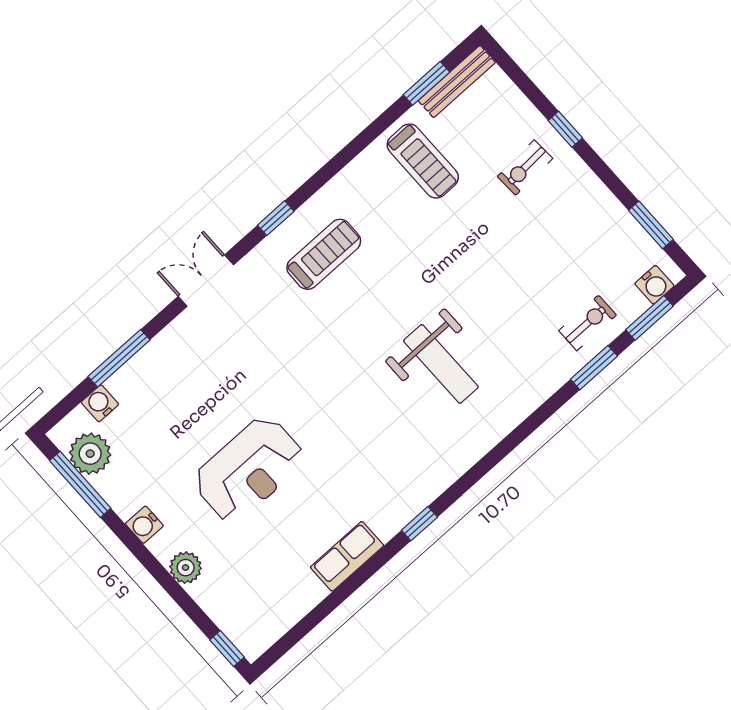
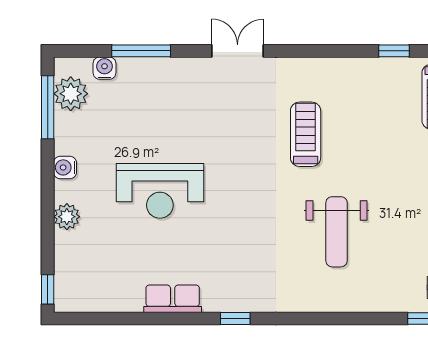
window: (276, 218) -> (394, 51), moved
treadmill: (324, 254) -> (306, 134), moved, turned -90

